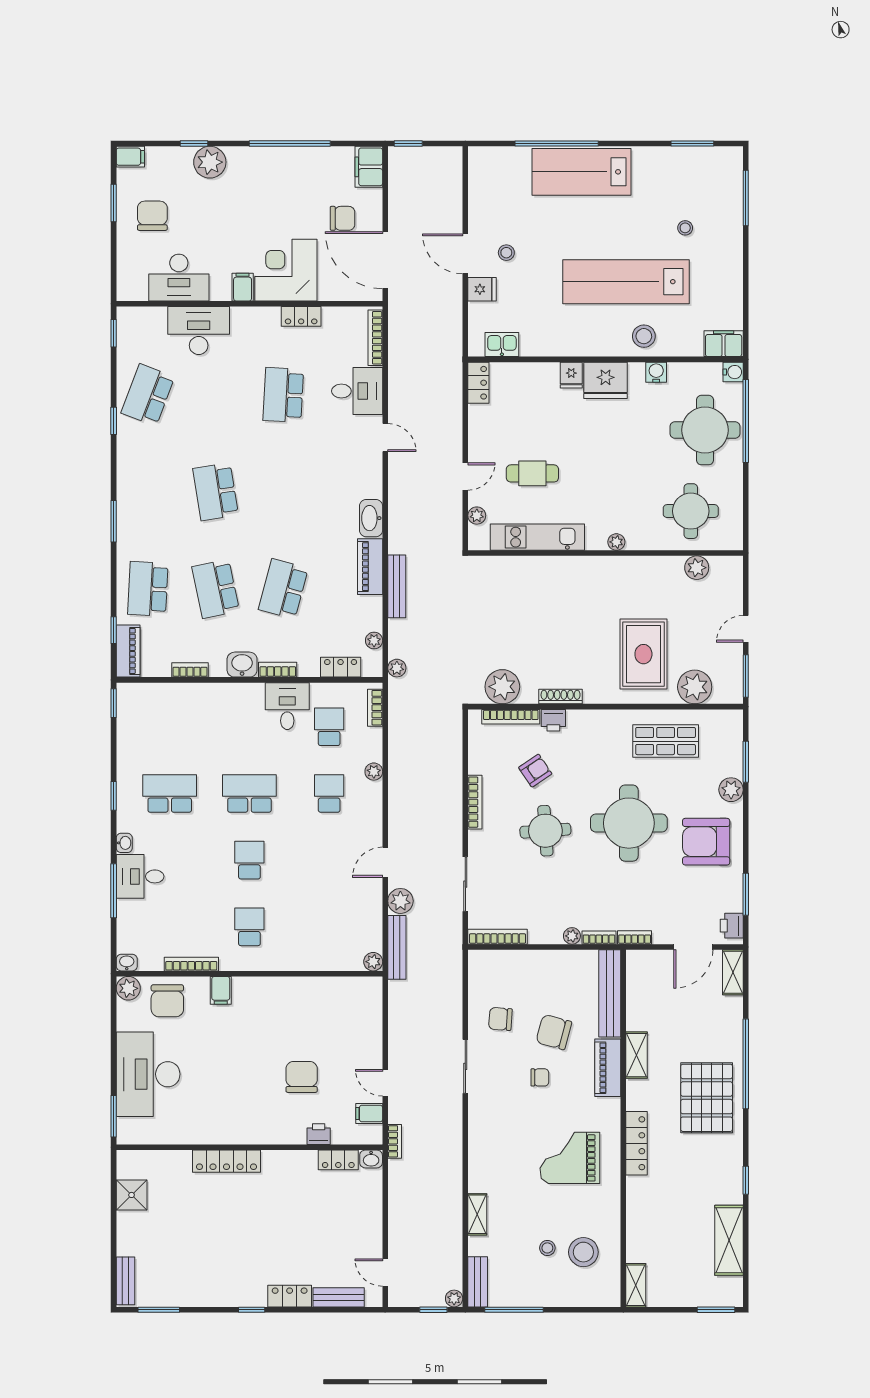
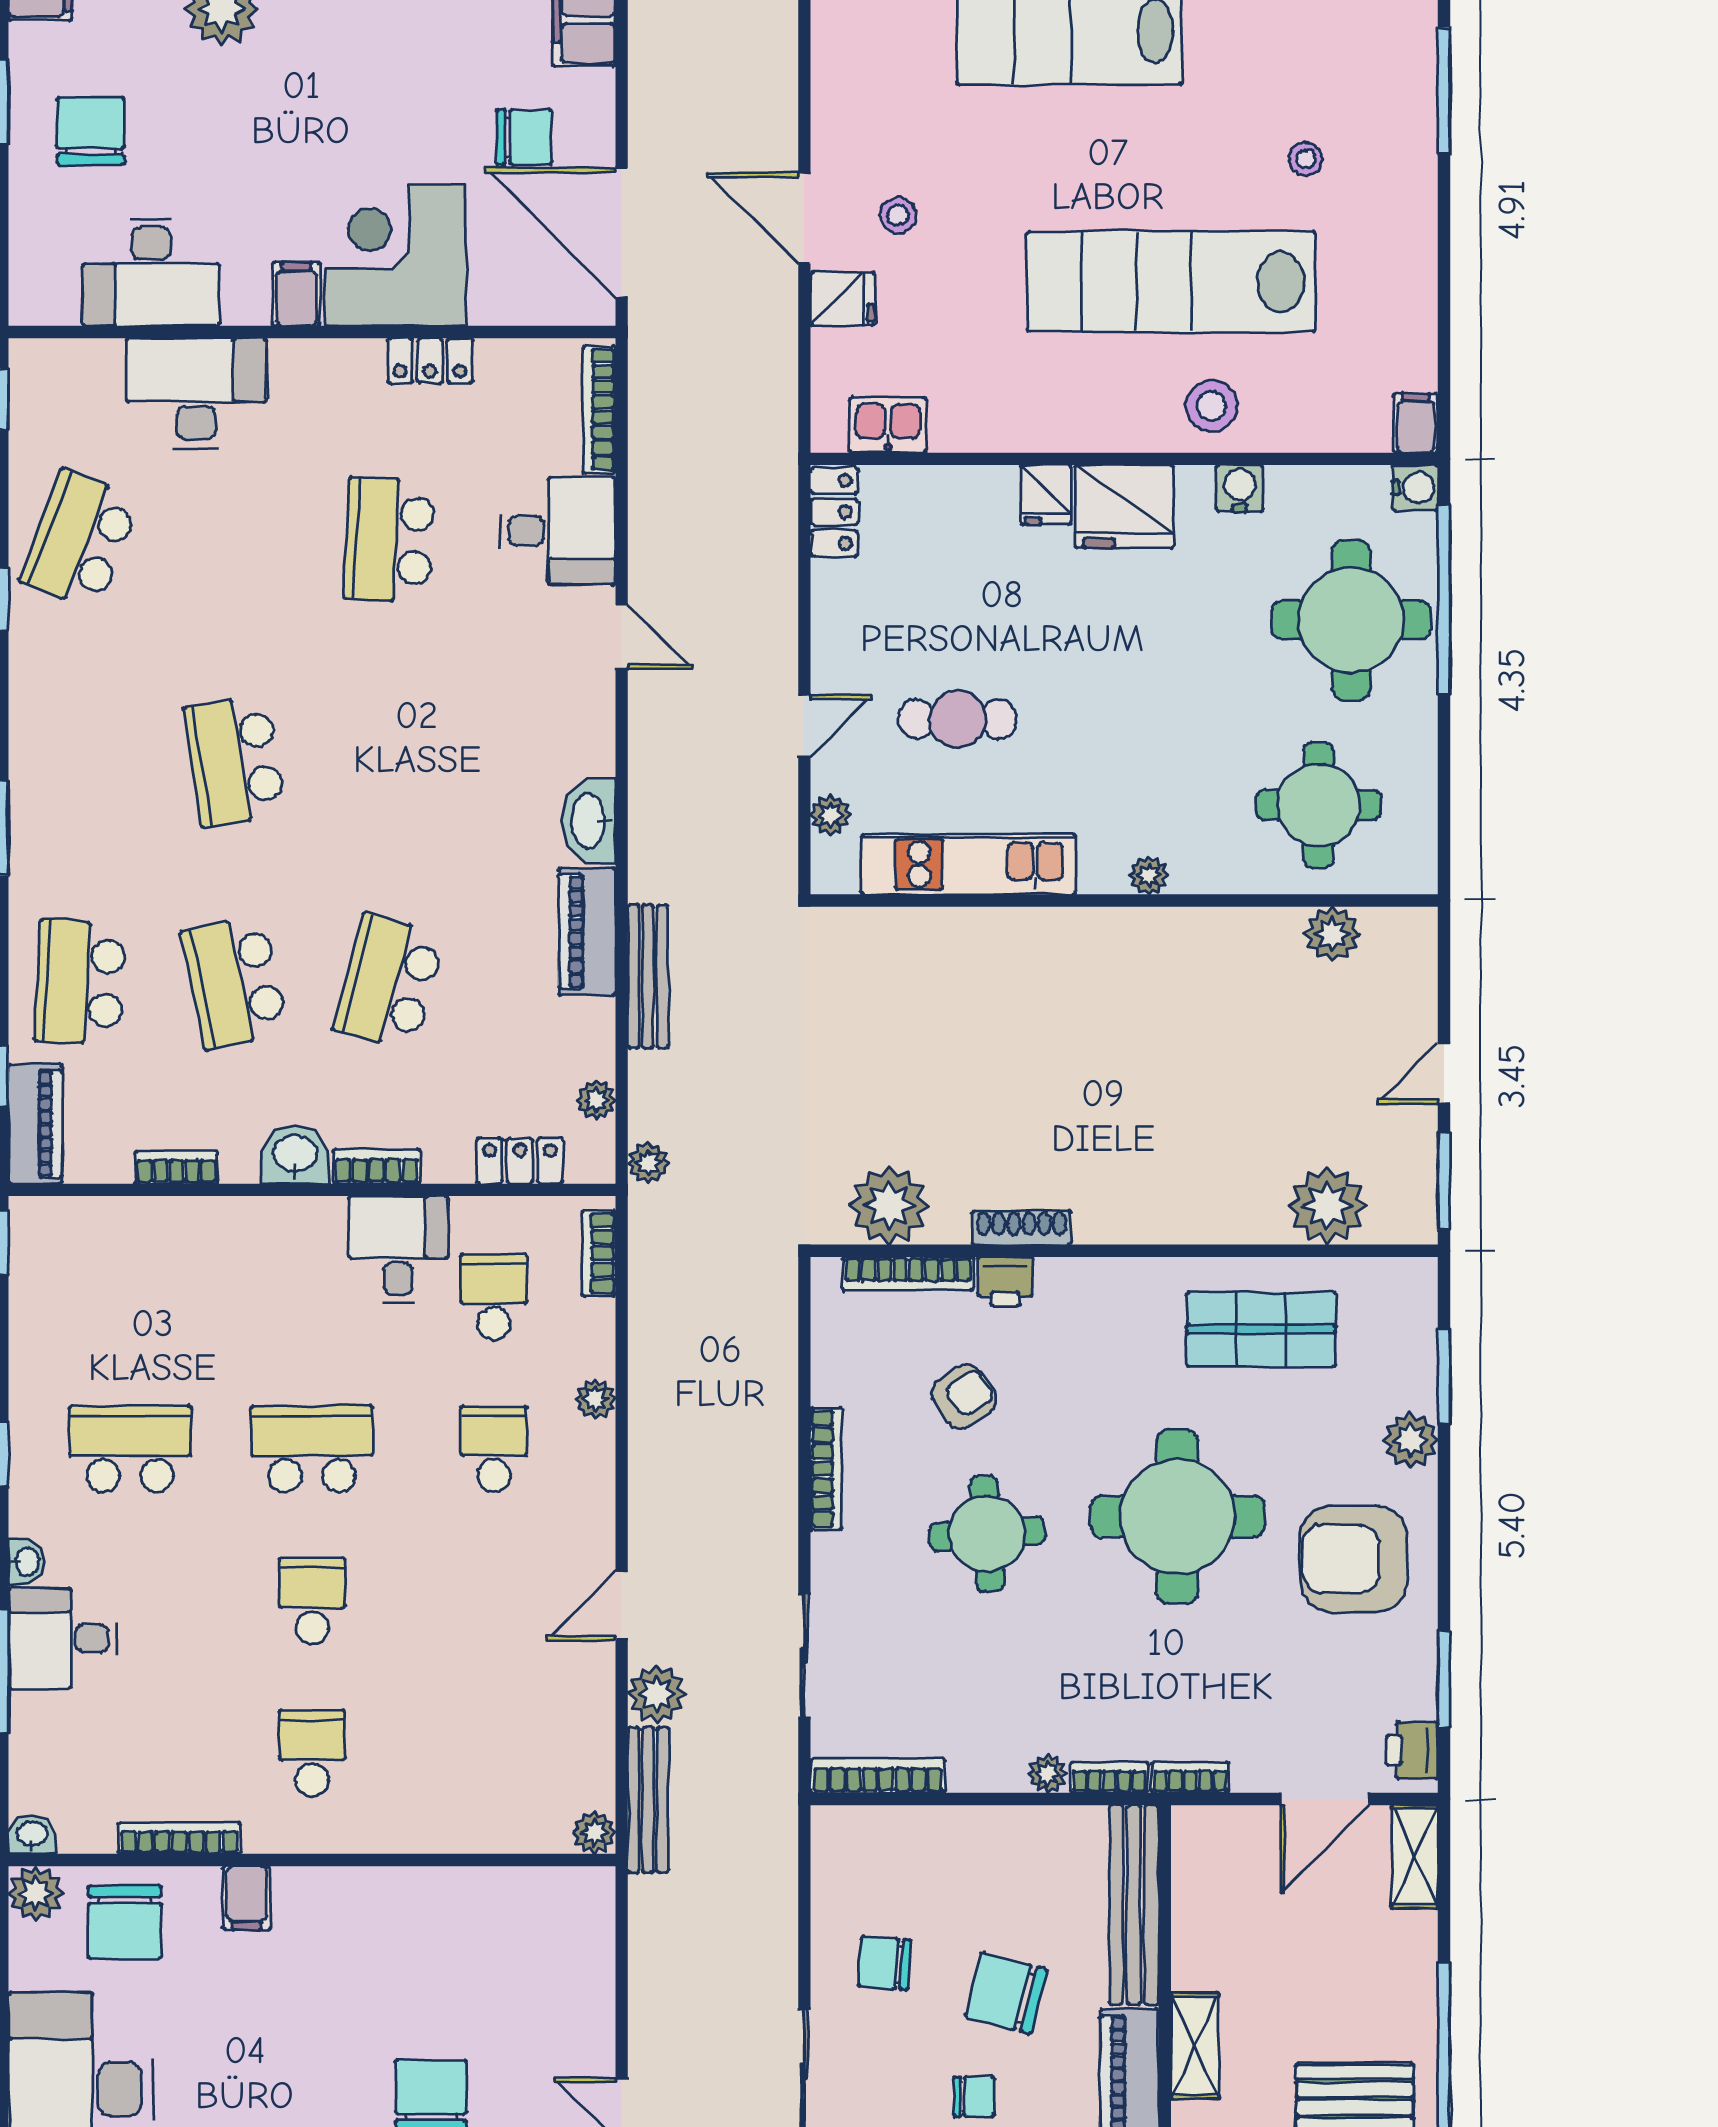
filing cabinet: (724, 344) -> (1416, 423), width x0.50
rug: (643, 654) -> (1211, 1131), removed

